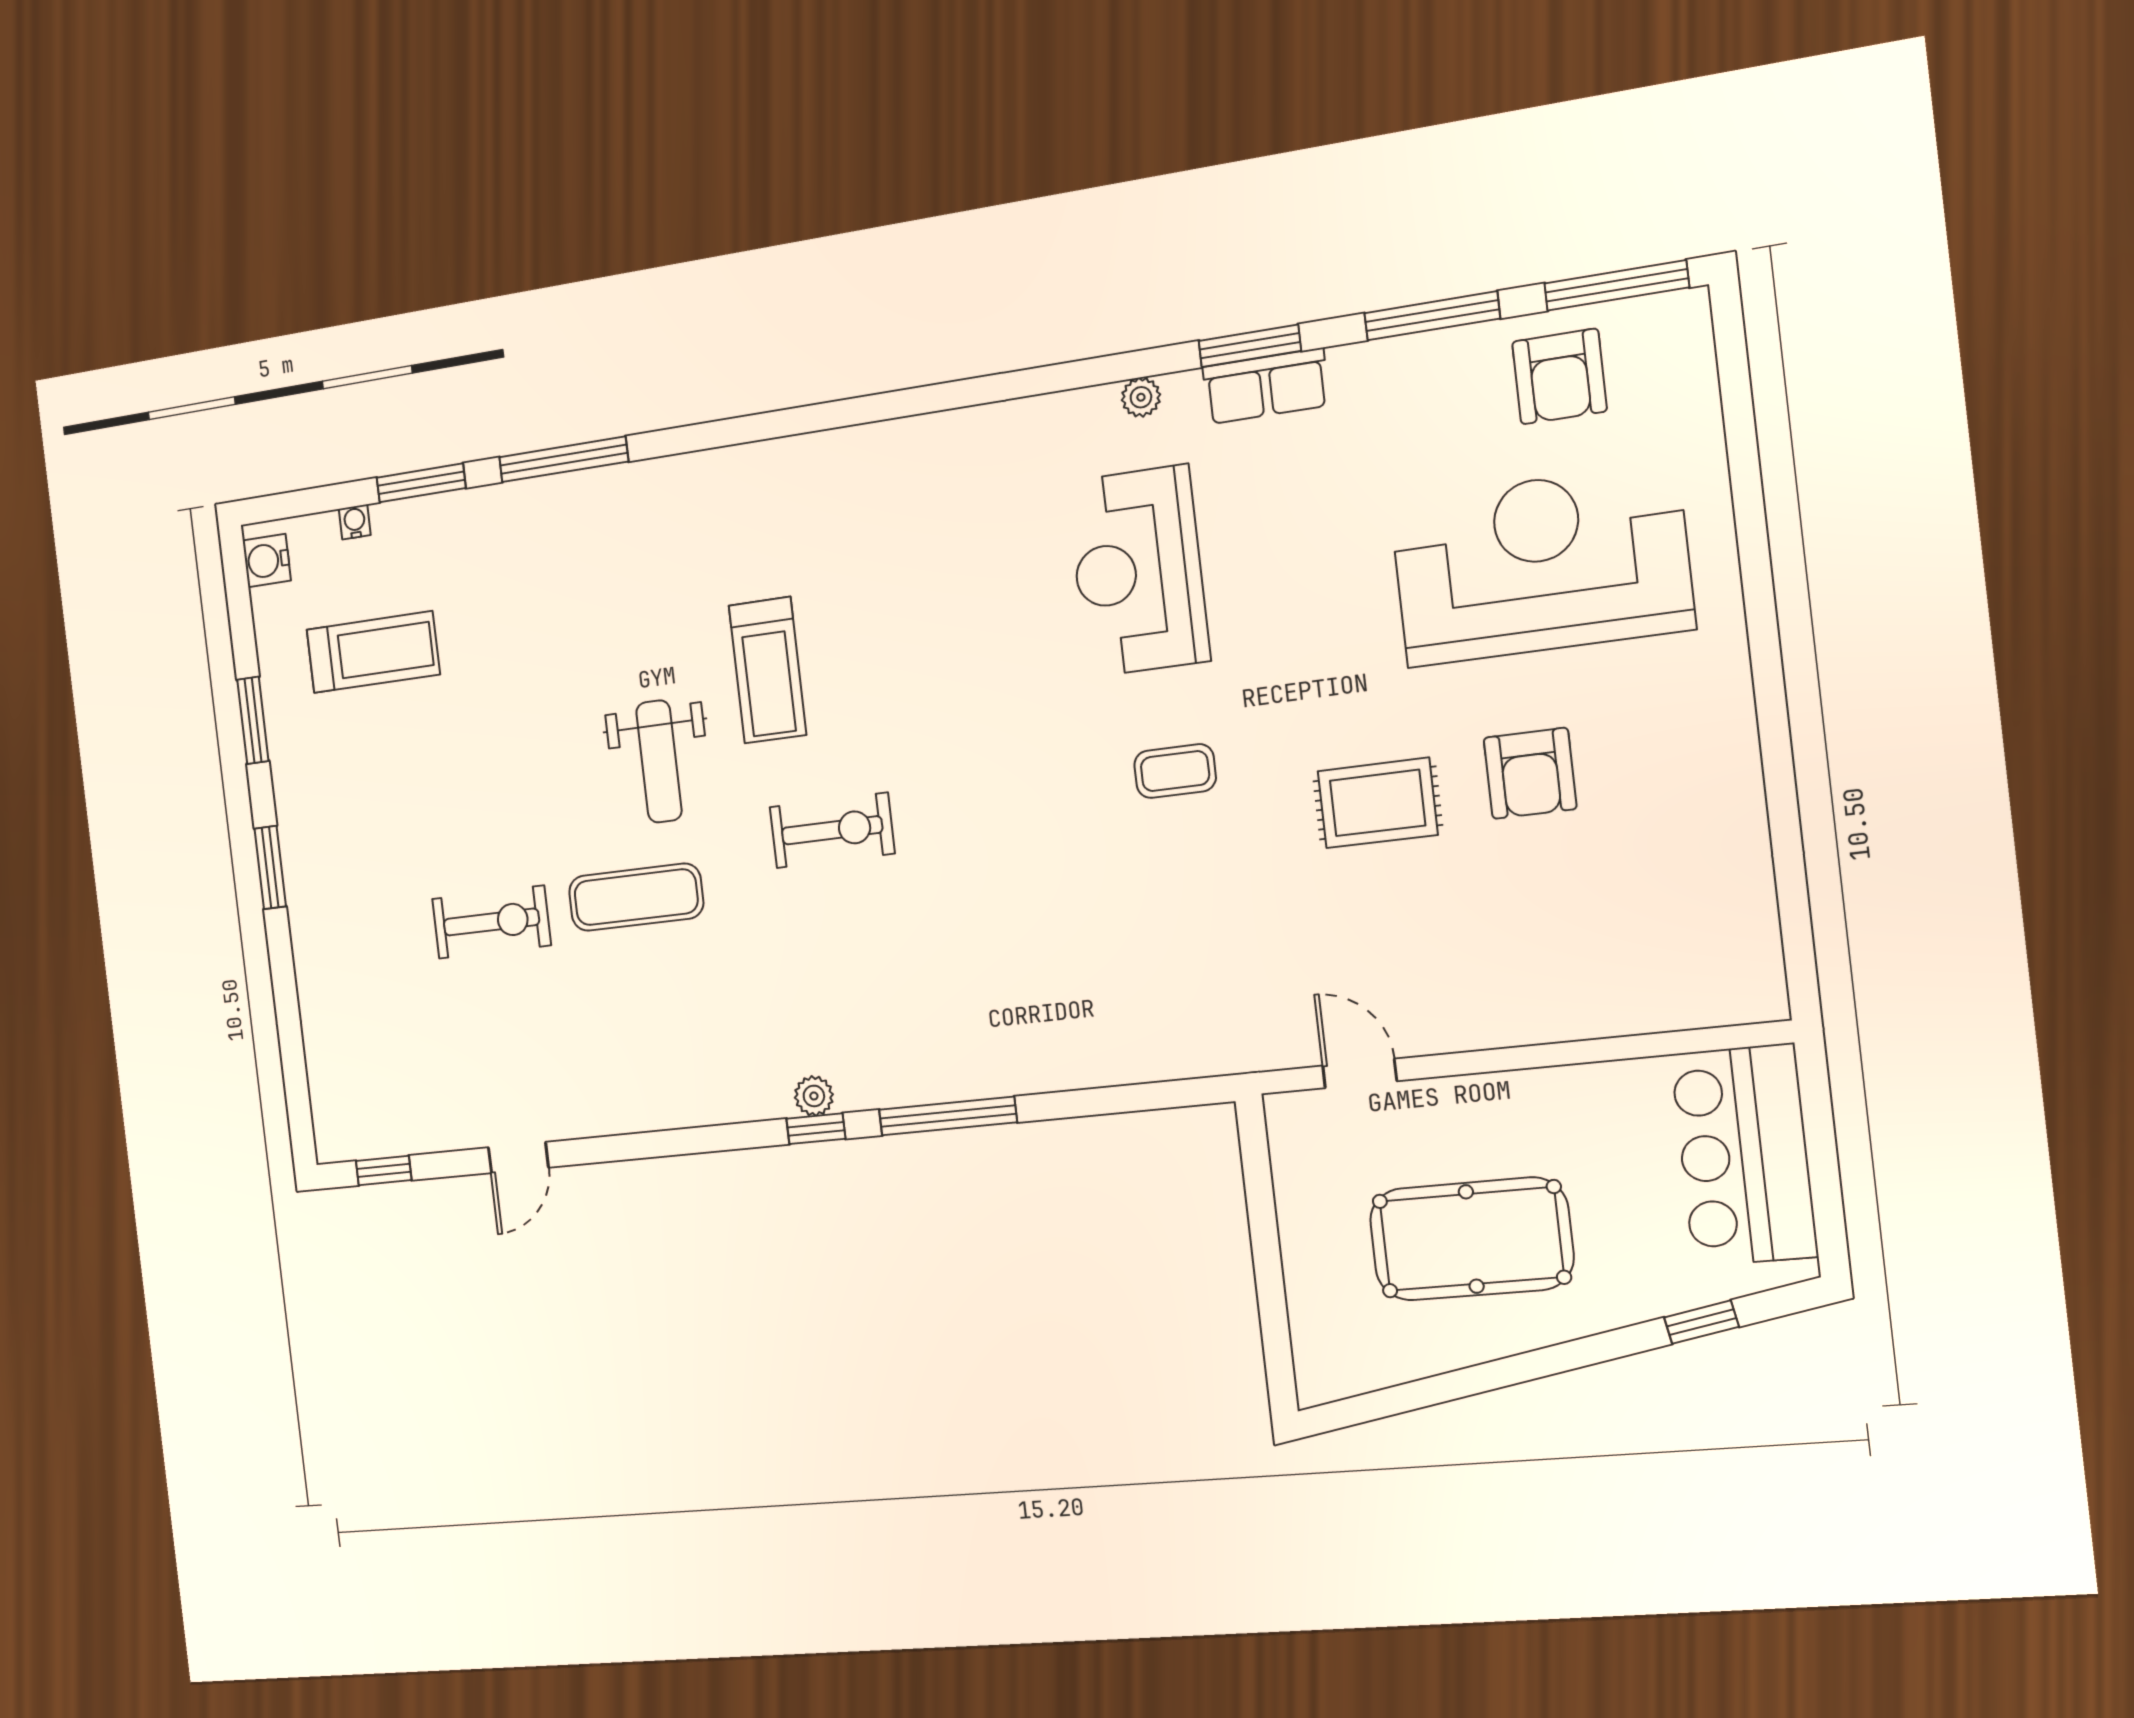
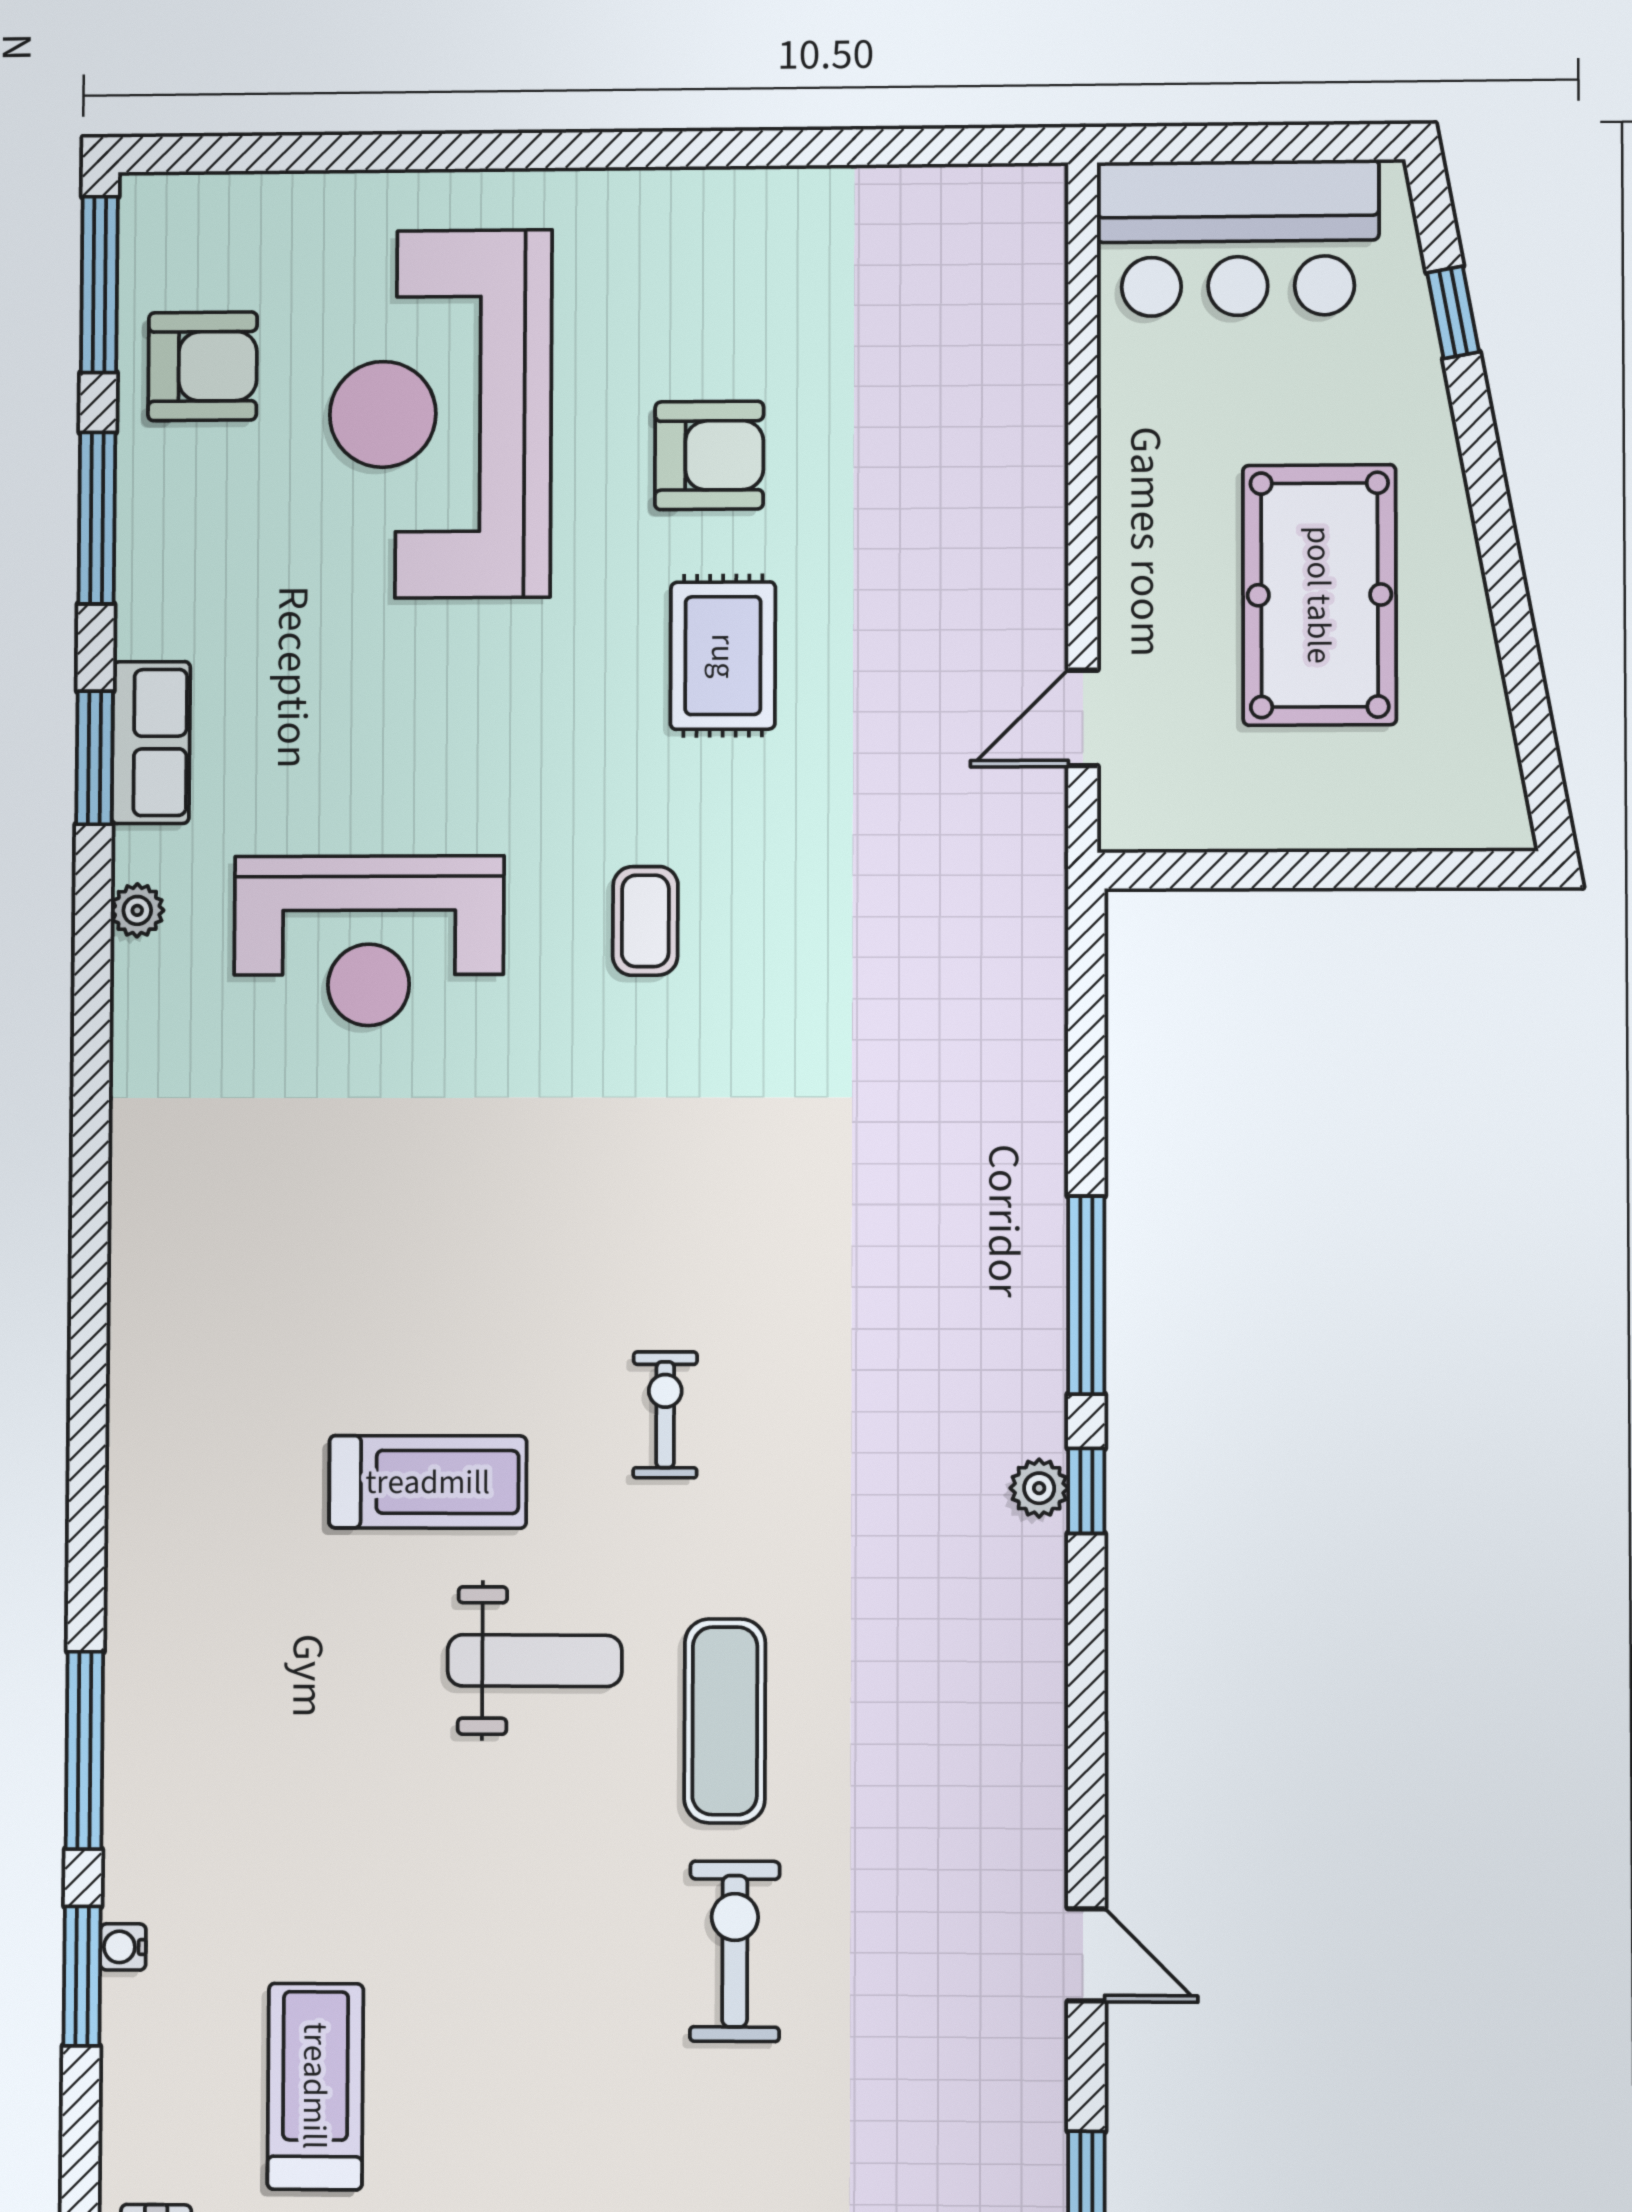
water cooler: (355, 522) -> (123, 1947), moved
exercise bike: (832, 830) -> (665, 1415), width x0.73, depth x0.72

